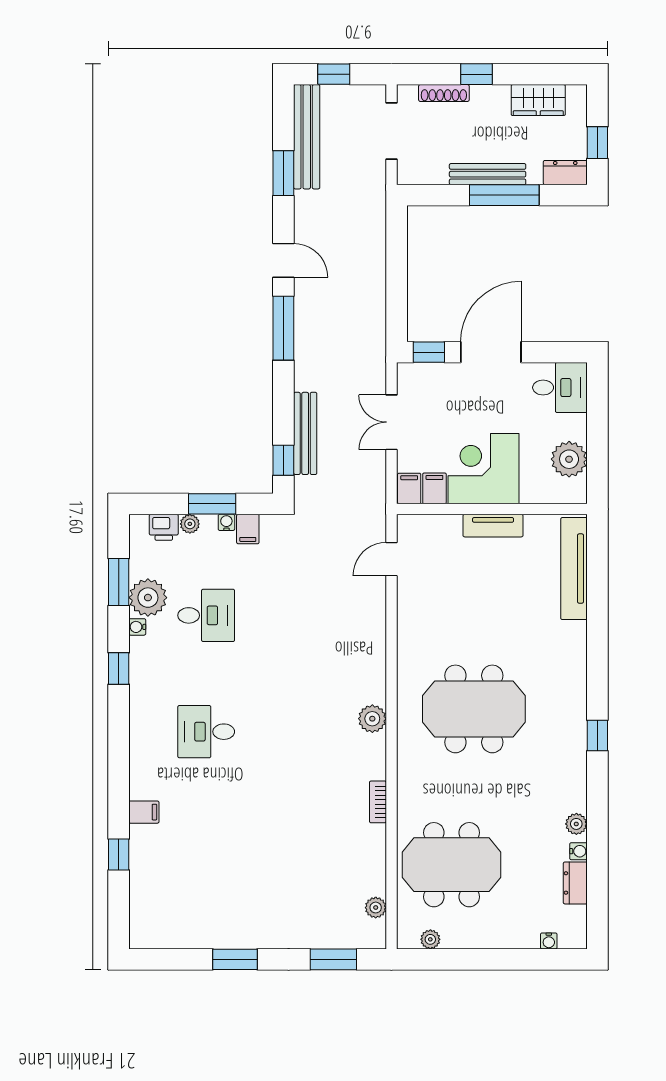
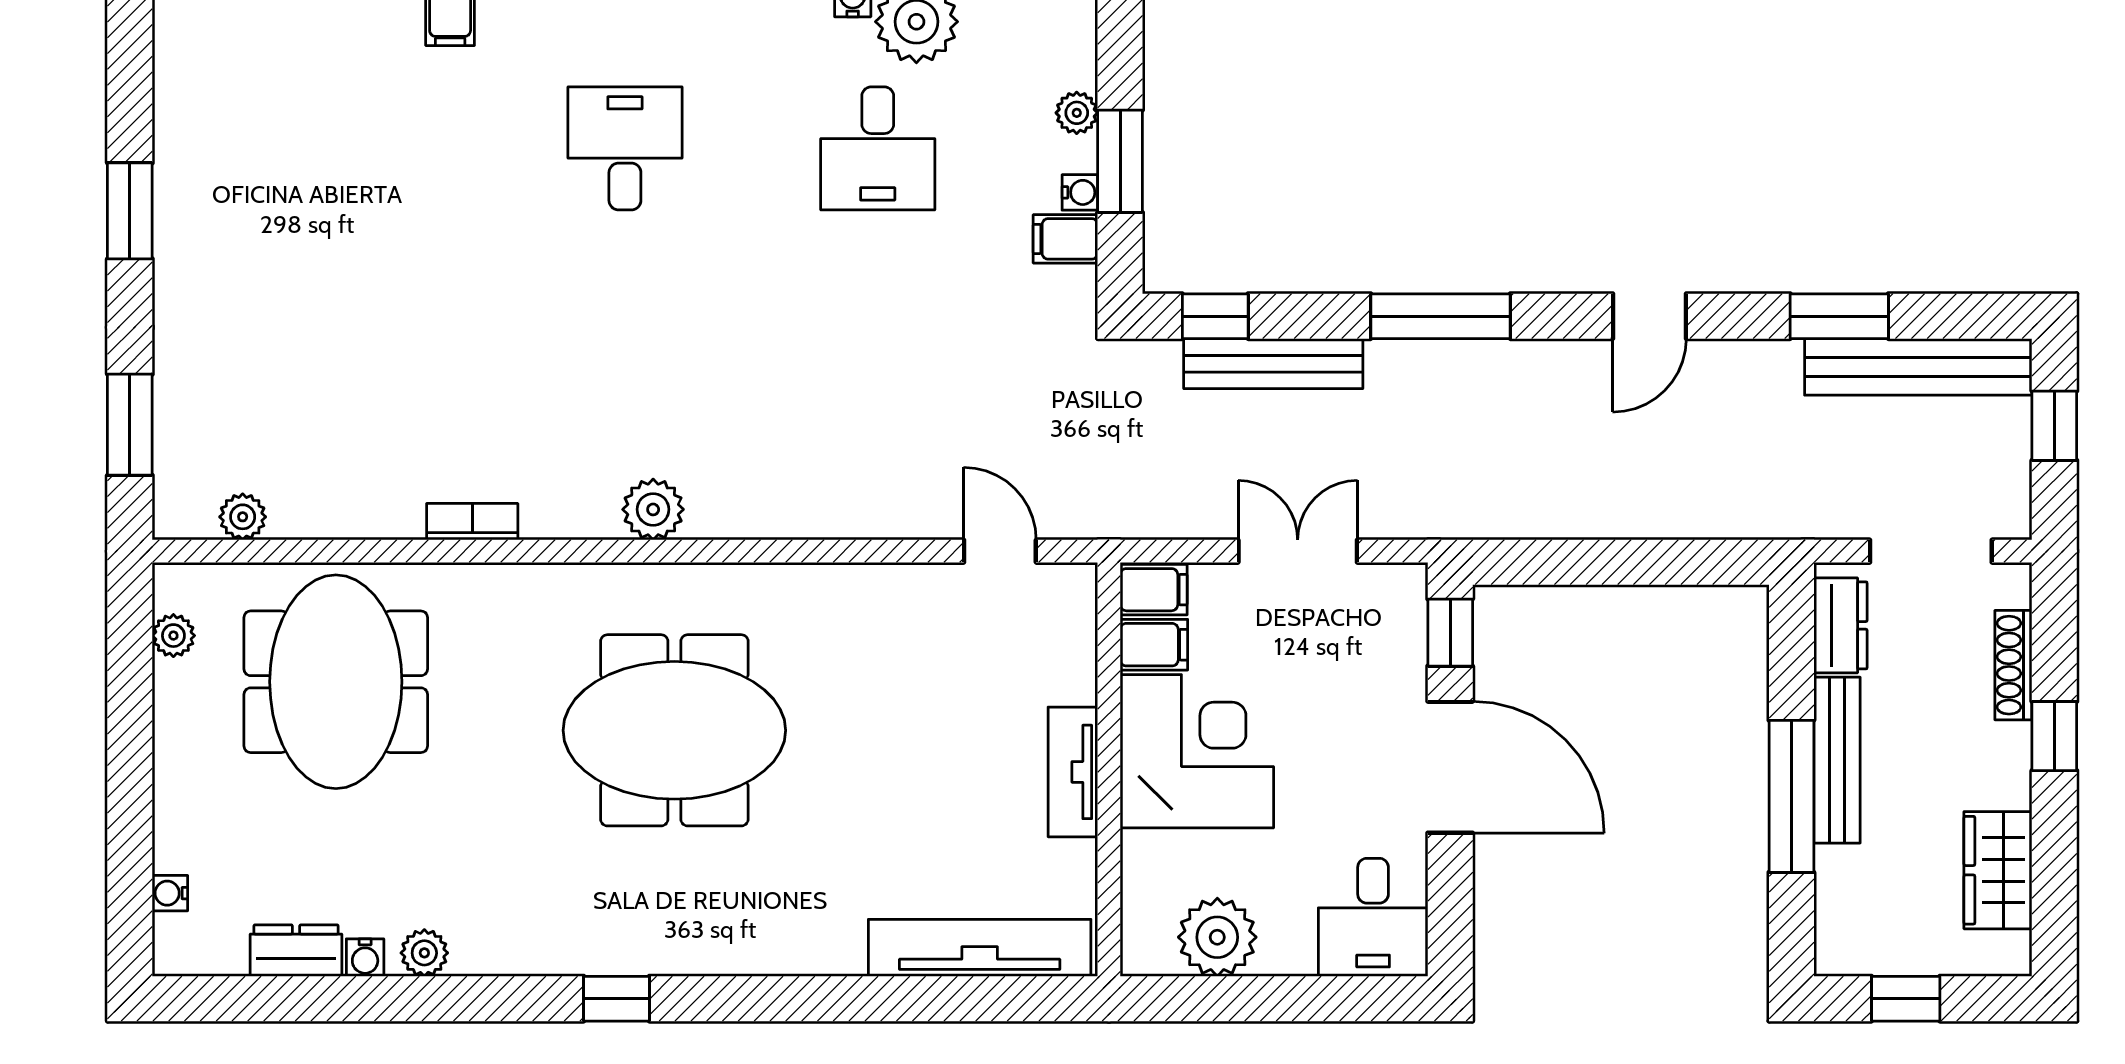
dresser: (565, 173) -> (1840, 625), moved
window: (283, 328) -> (1441, 316), moved
printer: (164, 527) -> (1069, 56), removed
meeting table: (474, 709) -> (674, 730), turned 90

